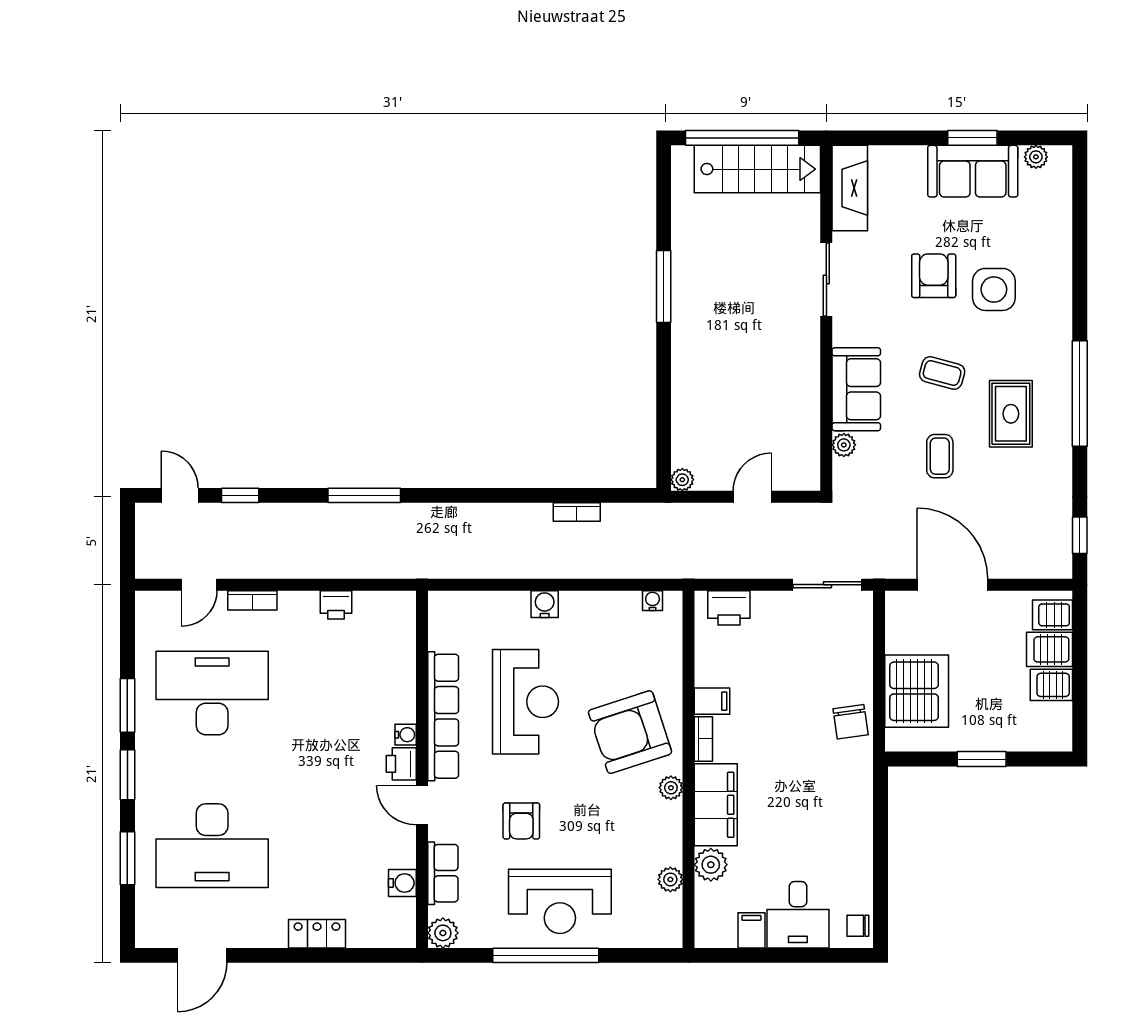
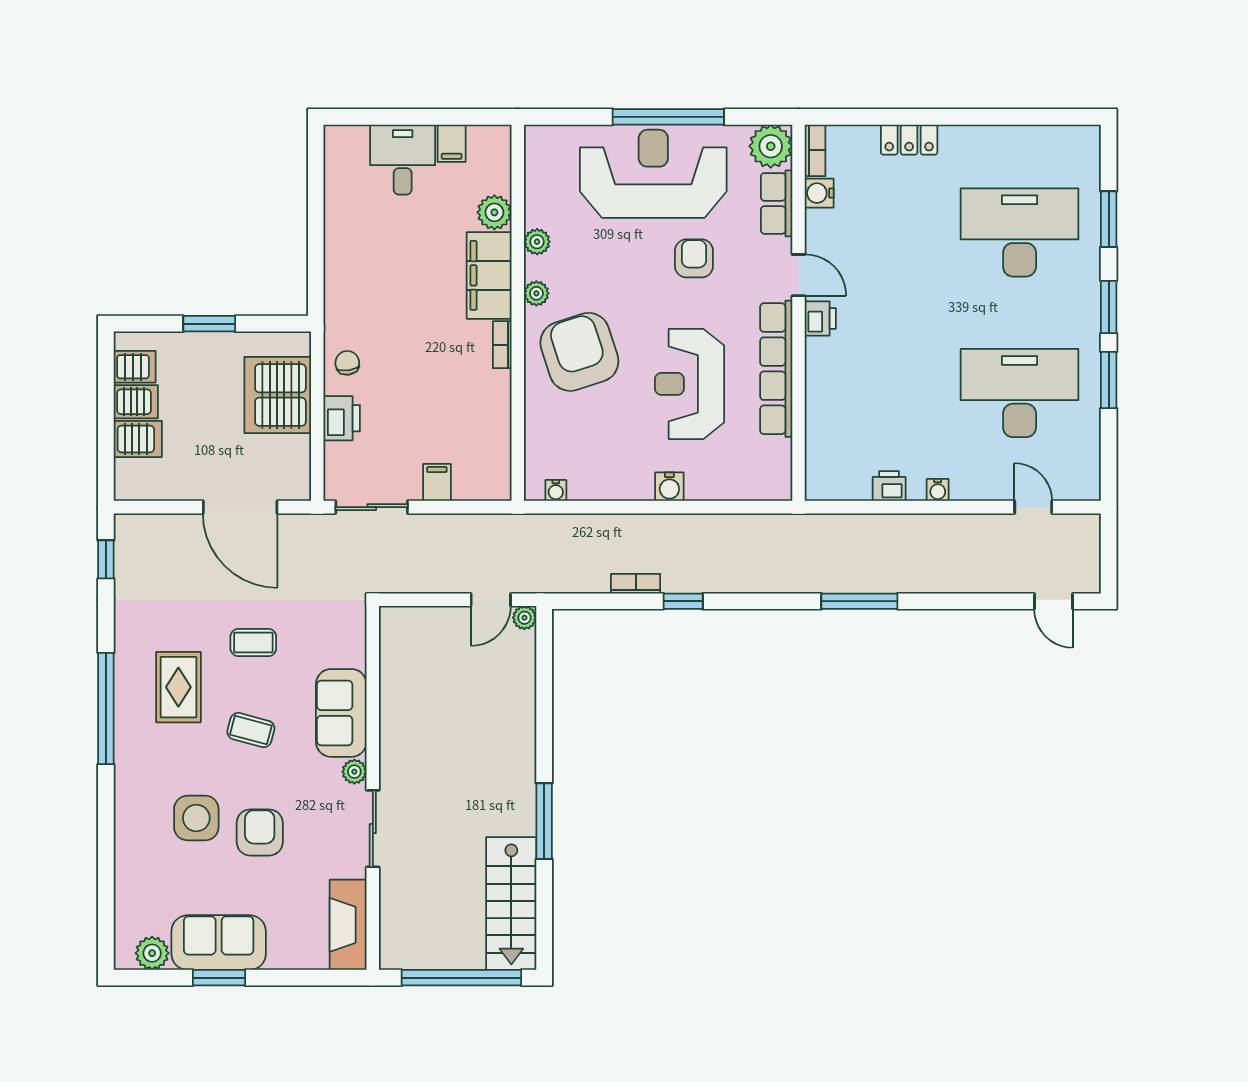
plant: (1036, 157) -> (152, 953), width x1.38, depth x1.38
stairs: (757, 169) -> (511, 903), moved, turned -90
armchair: (934, 276) -> (260, 832), turned 180
plant: (844, 445) -> (354, 772), moved
coffee table: (940, 456) -> (253, 642), turned 90
window: (240, 495) -> (683, 601), moved
door: (752, 497) -> (491, 600), moved
door: (199, 585) -> (1033, 507), hinge flipped
bookcase: (252, 600) -> (815, 150), moved, turned 90
printer: (729, 608) -> (342, 418), moved, turned 90
server rack: (1052, 615) -> (135, 367), moved
desk: (212, 693) -> (1020, 393), turned 180
filing cabinet: (712, 701) -> (437, 482), moved, turned 90
chair: (851, 722) -> (347, 363), width x0.73, depth x0.73
armchair: (630, 732) -> (579, 352), turned -90
water cooler: (406, 735) -> (938, 490), moved, turned -90
plant: (670, 879) -> (537, 242), moved
reception desk: (560, 901) -> (653, 174), width x1.36, depth x1.30
chair: (858, 926) -> (340, 148), removed
plant: (443, 933) -> (771, 146), width x1.36, depth x1.36
door: (202, 955) -> (1030, 117), removed

